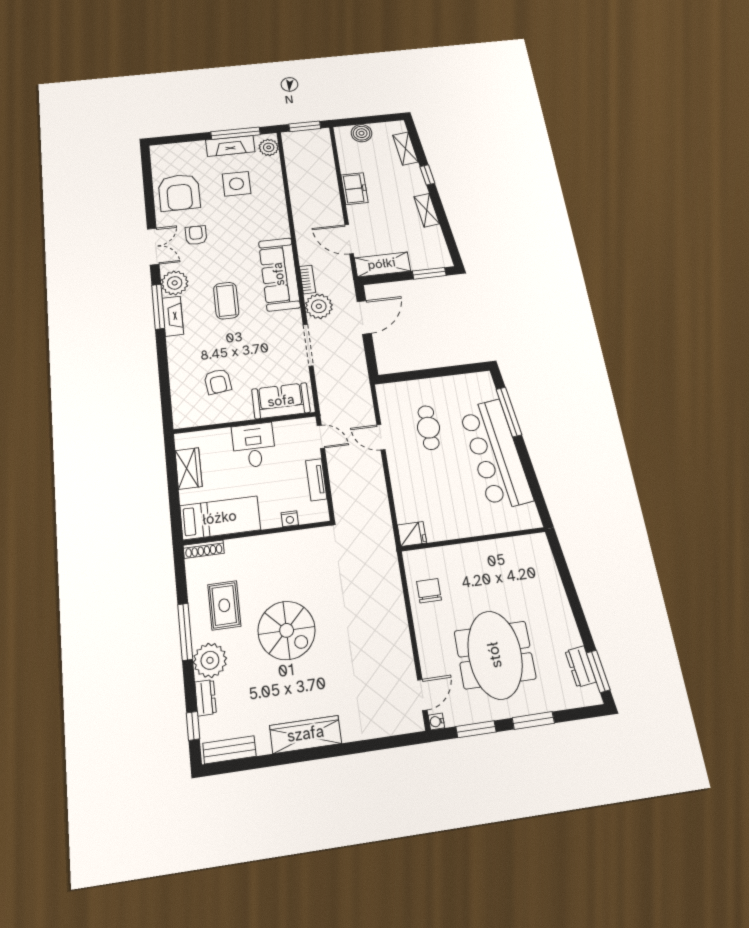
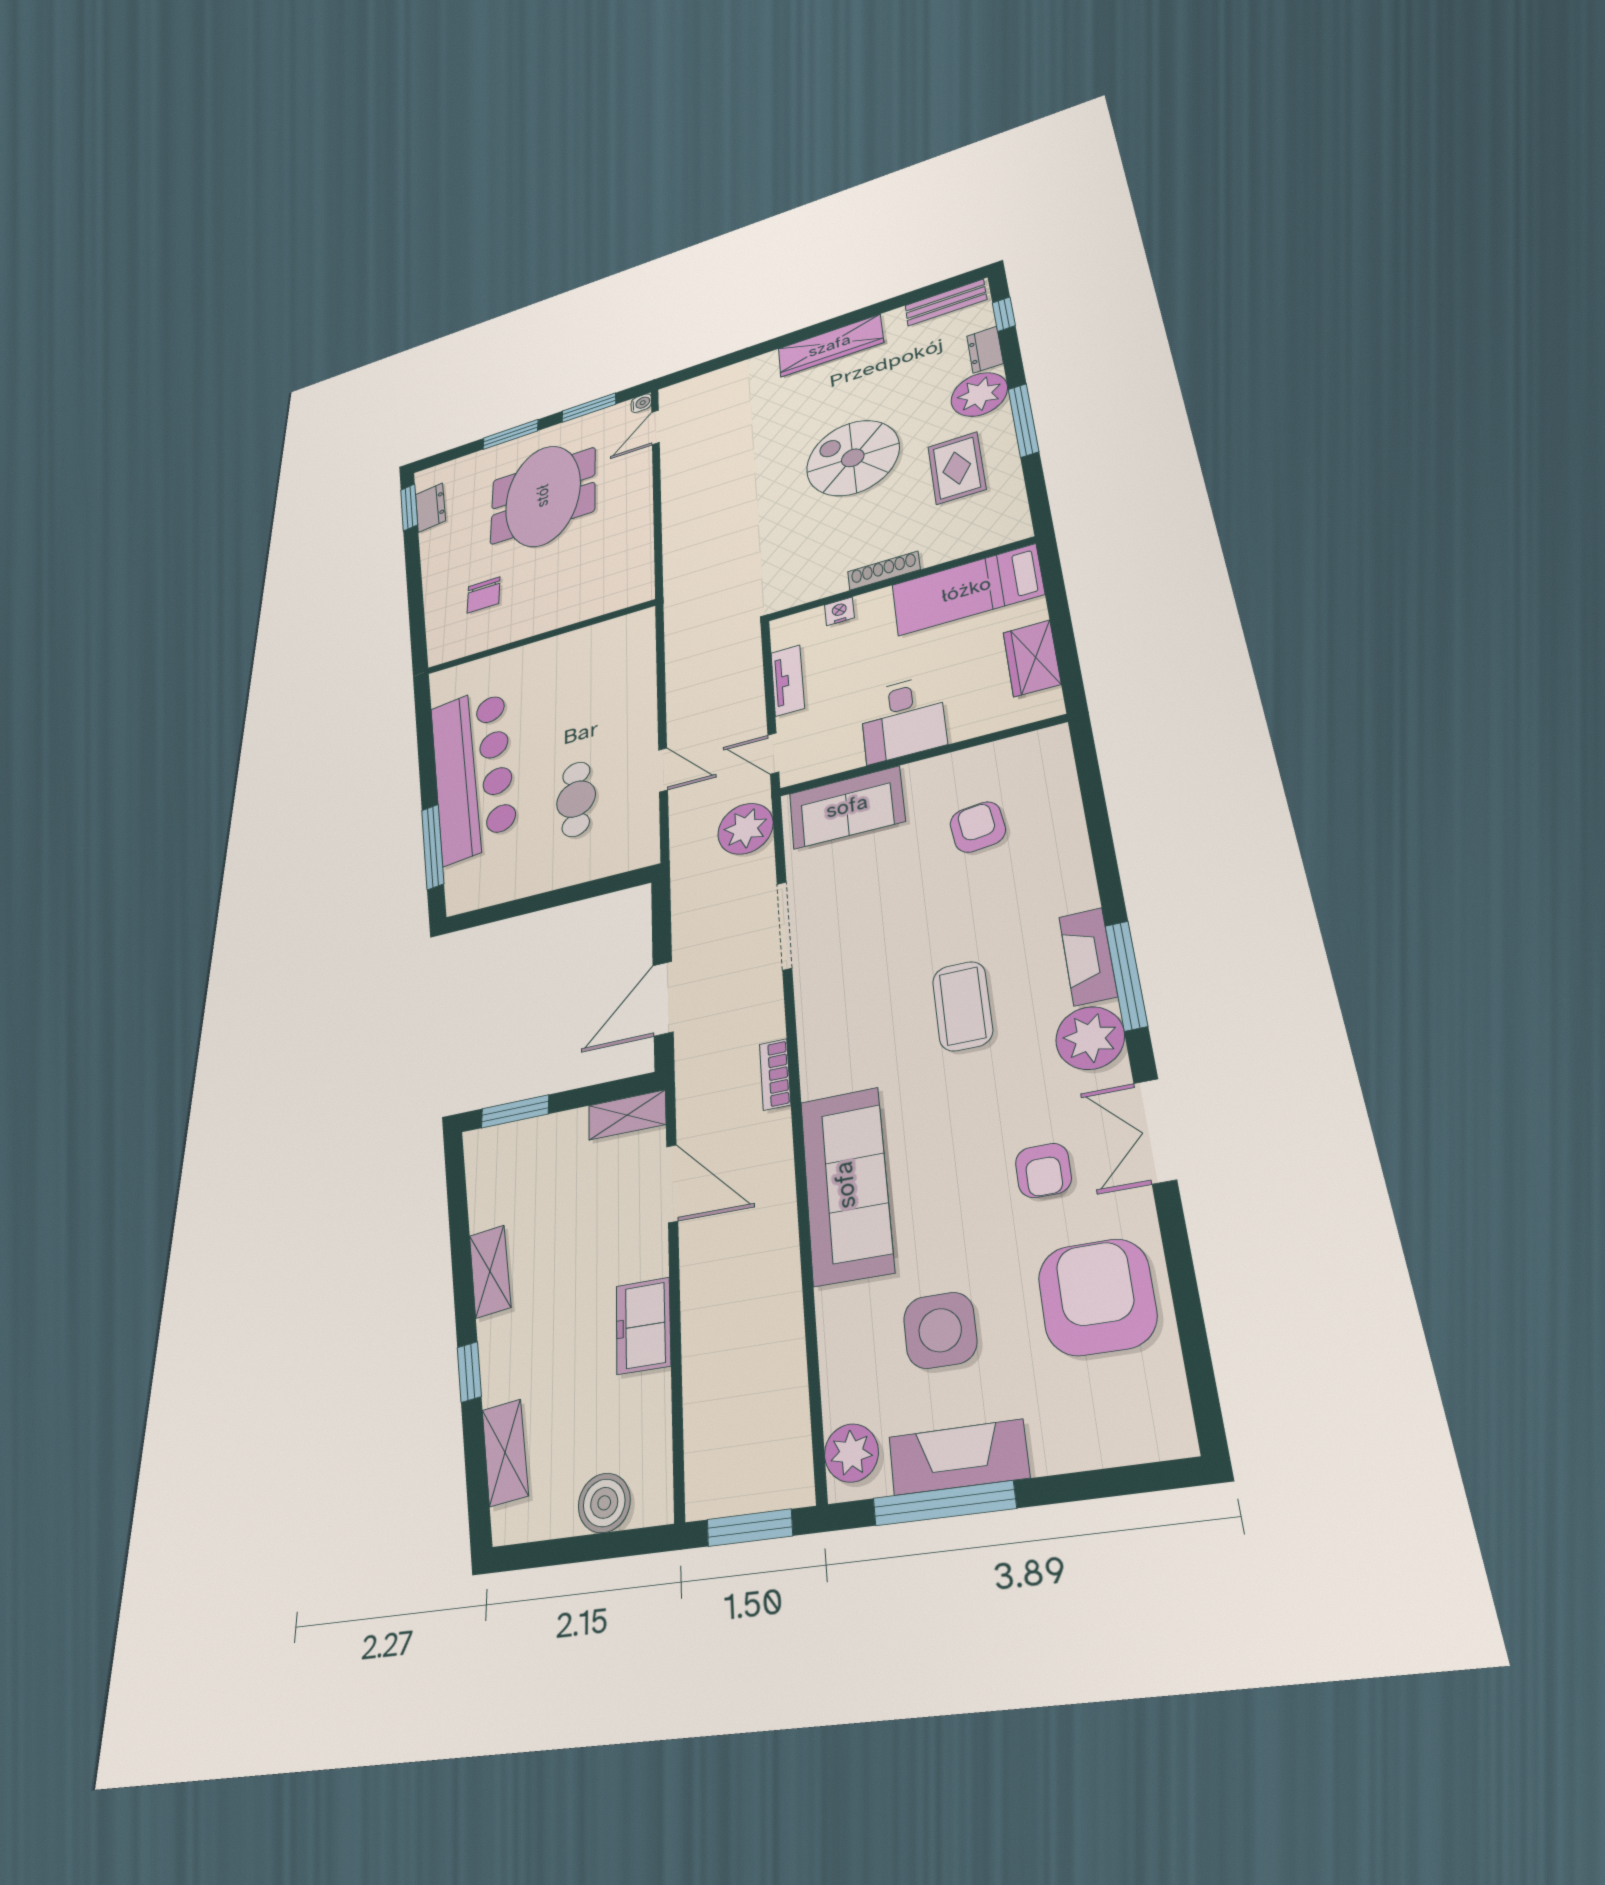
shelving: (382, 264) -> (627, 1115), width x0.67, depth x0.75
sofa: (279, 274) -> (846, 1185), moved
plant: (319, 306) -> (745, 829), moved
fridge: (412, 534) -> (634, 627), removed
shoe rack: (204, 549) -> (884, 571), moved
chair: (429, 591) -> (483, 595), moved

